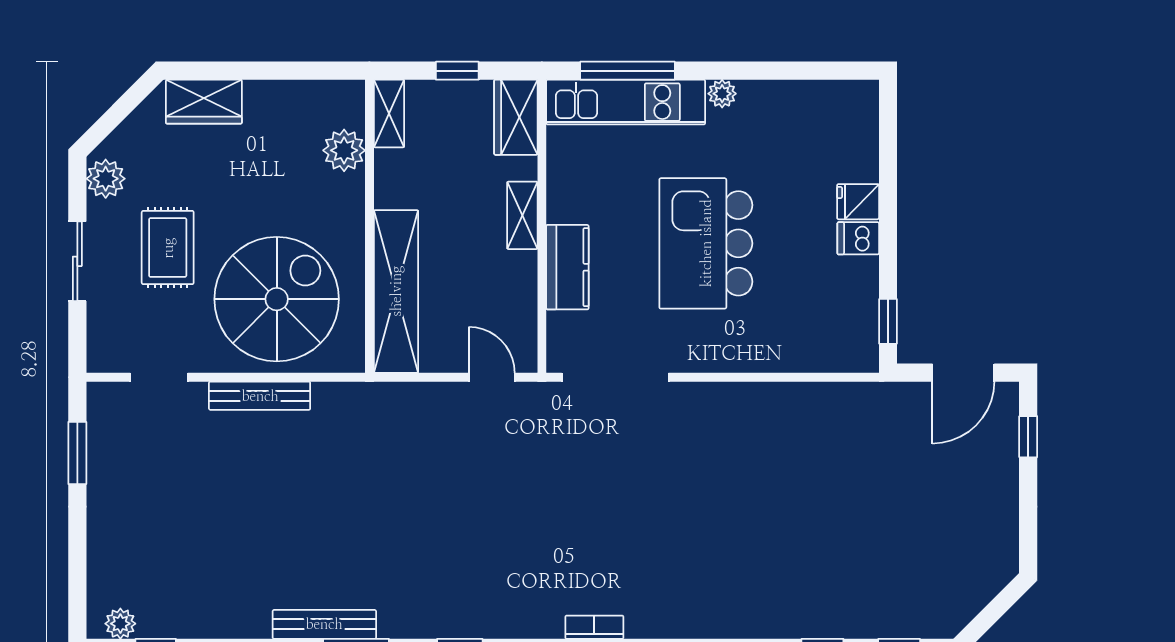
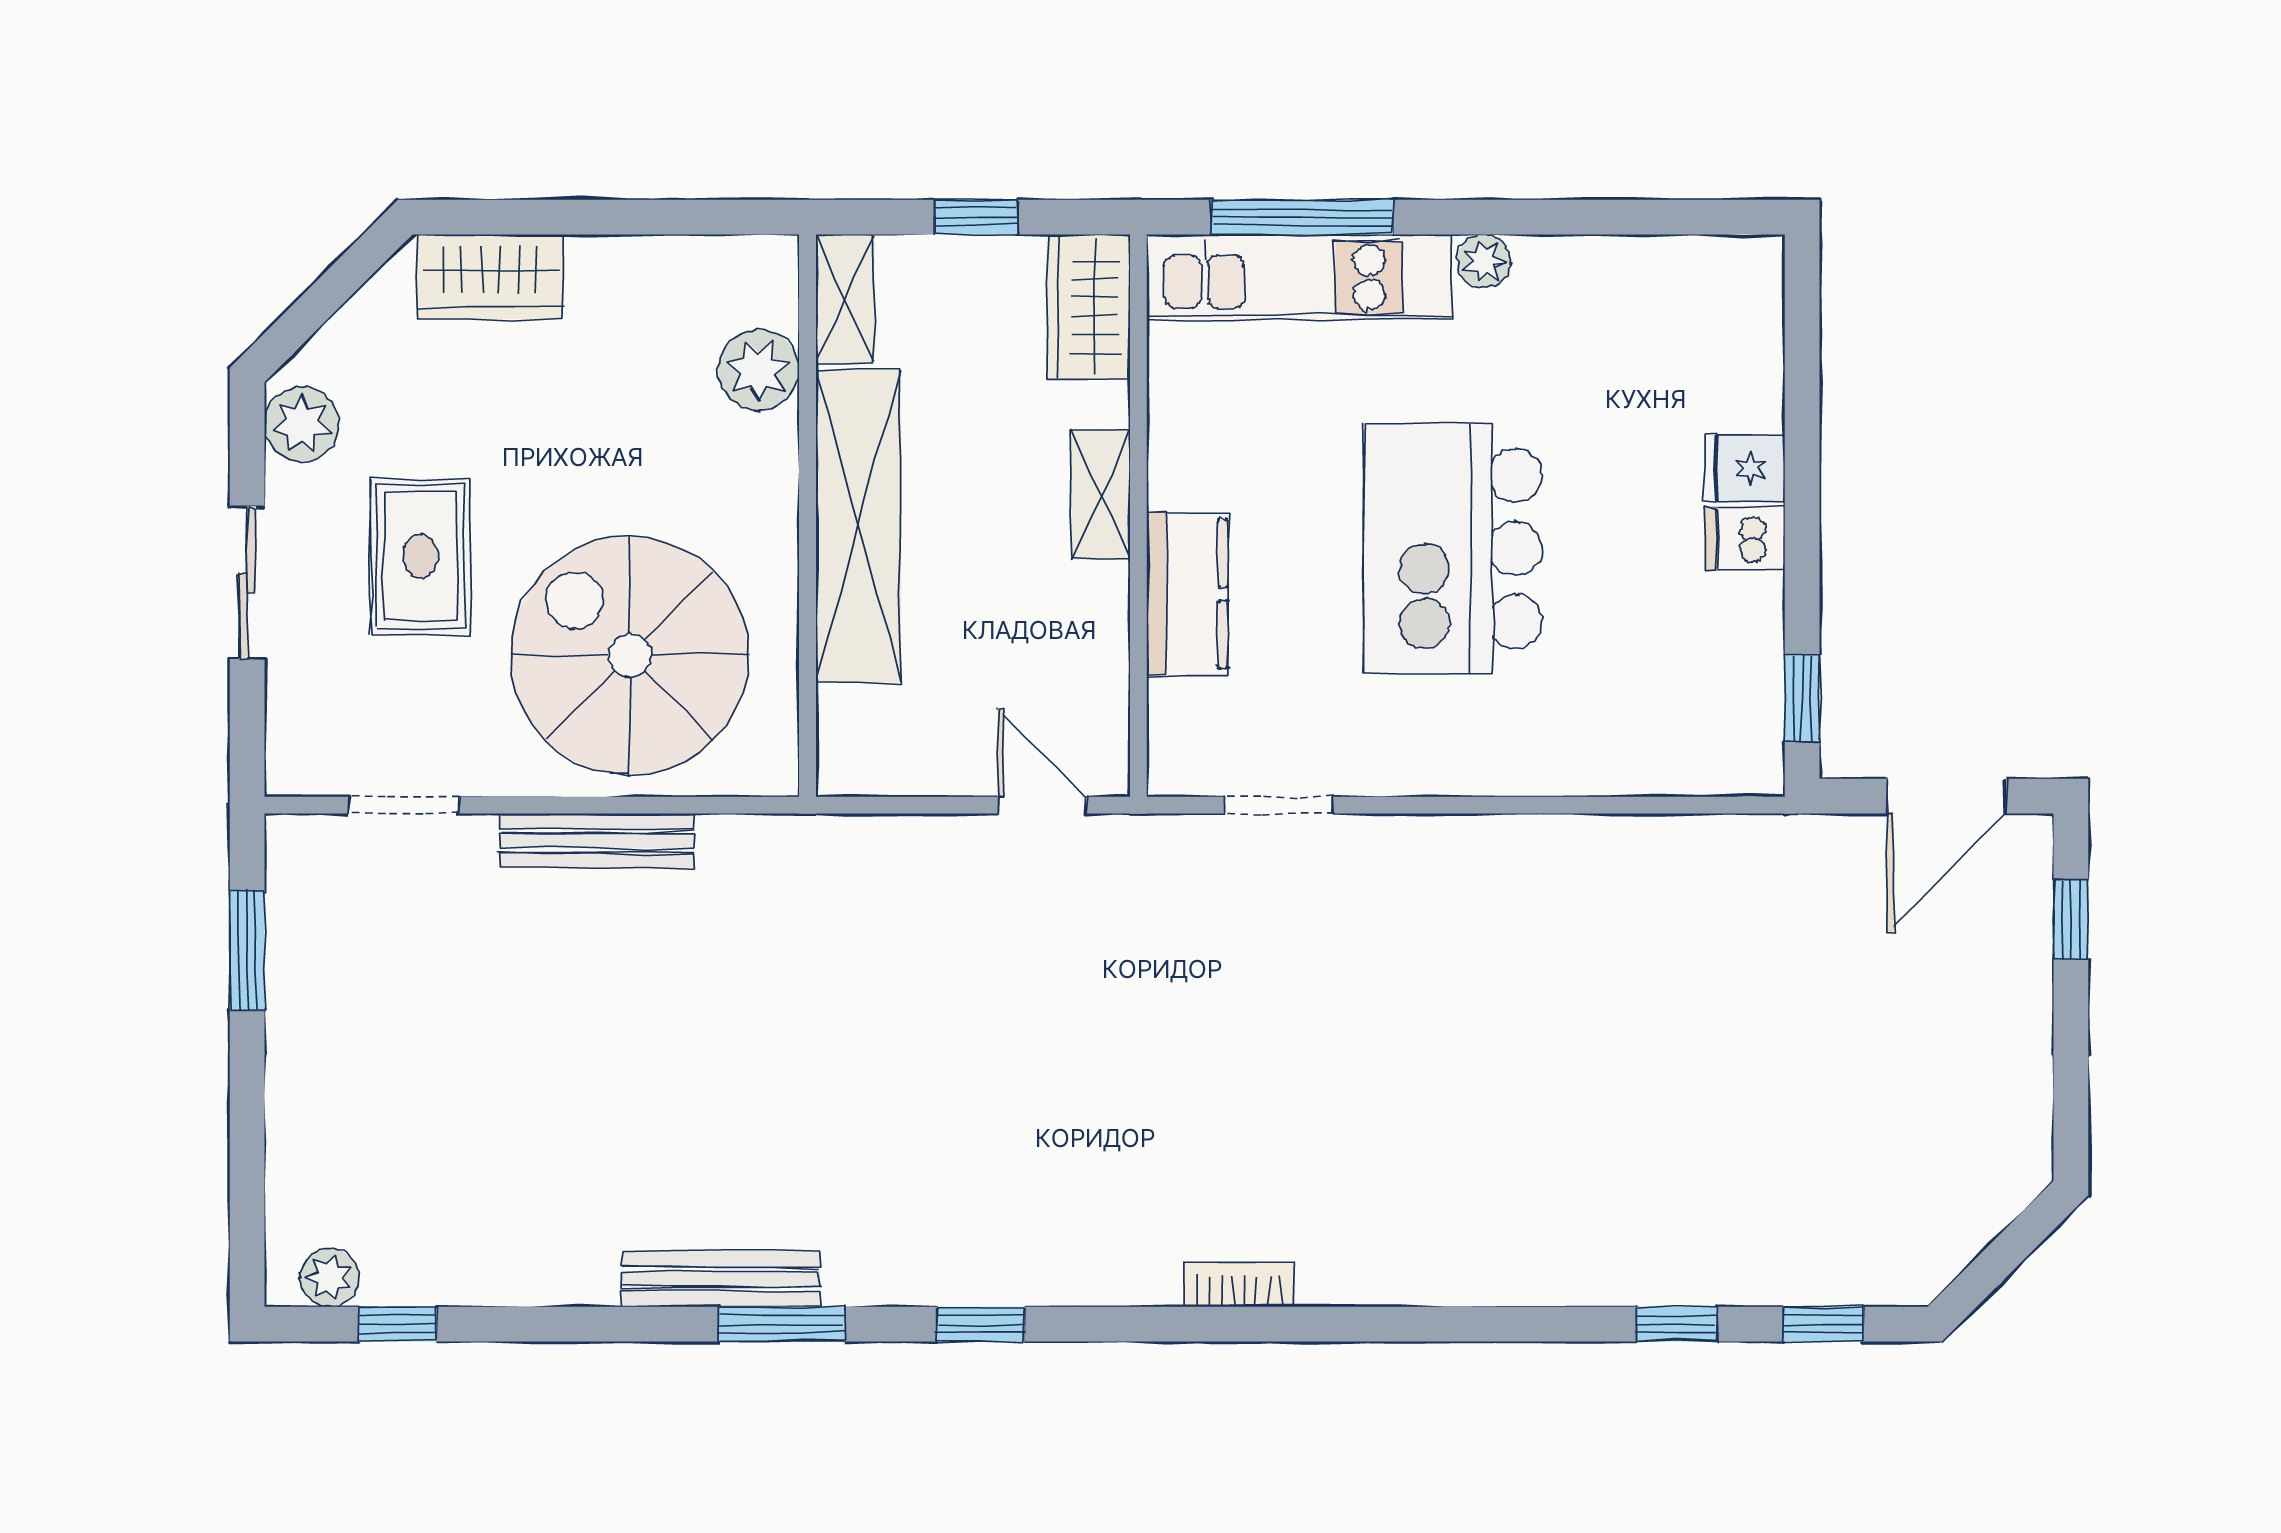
shelving: (396, 291) -> (858, 526), moved
spiral stairs: (277, 299) -> (630, 655), turned -90
doorway: (615, 377) -> (1279, 805), width x0.53

